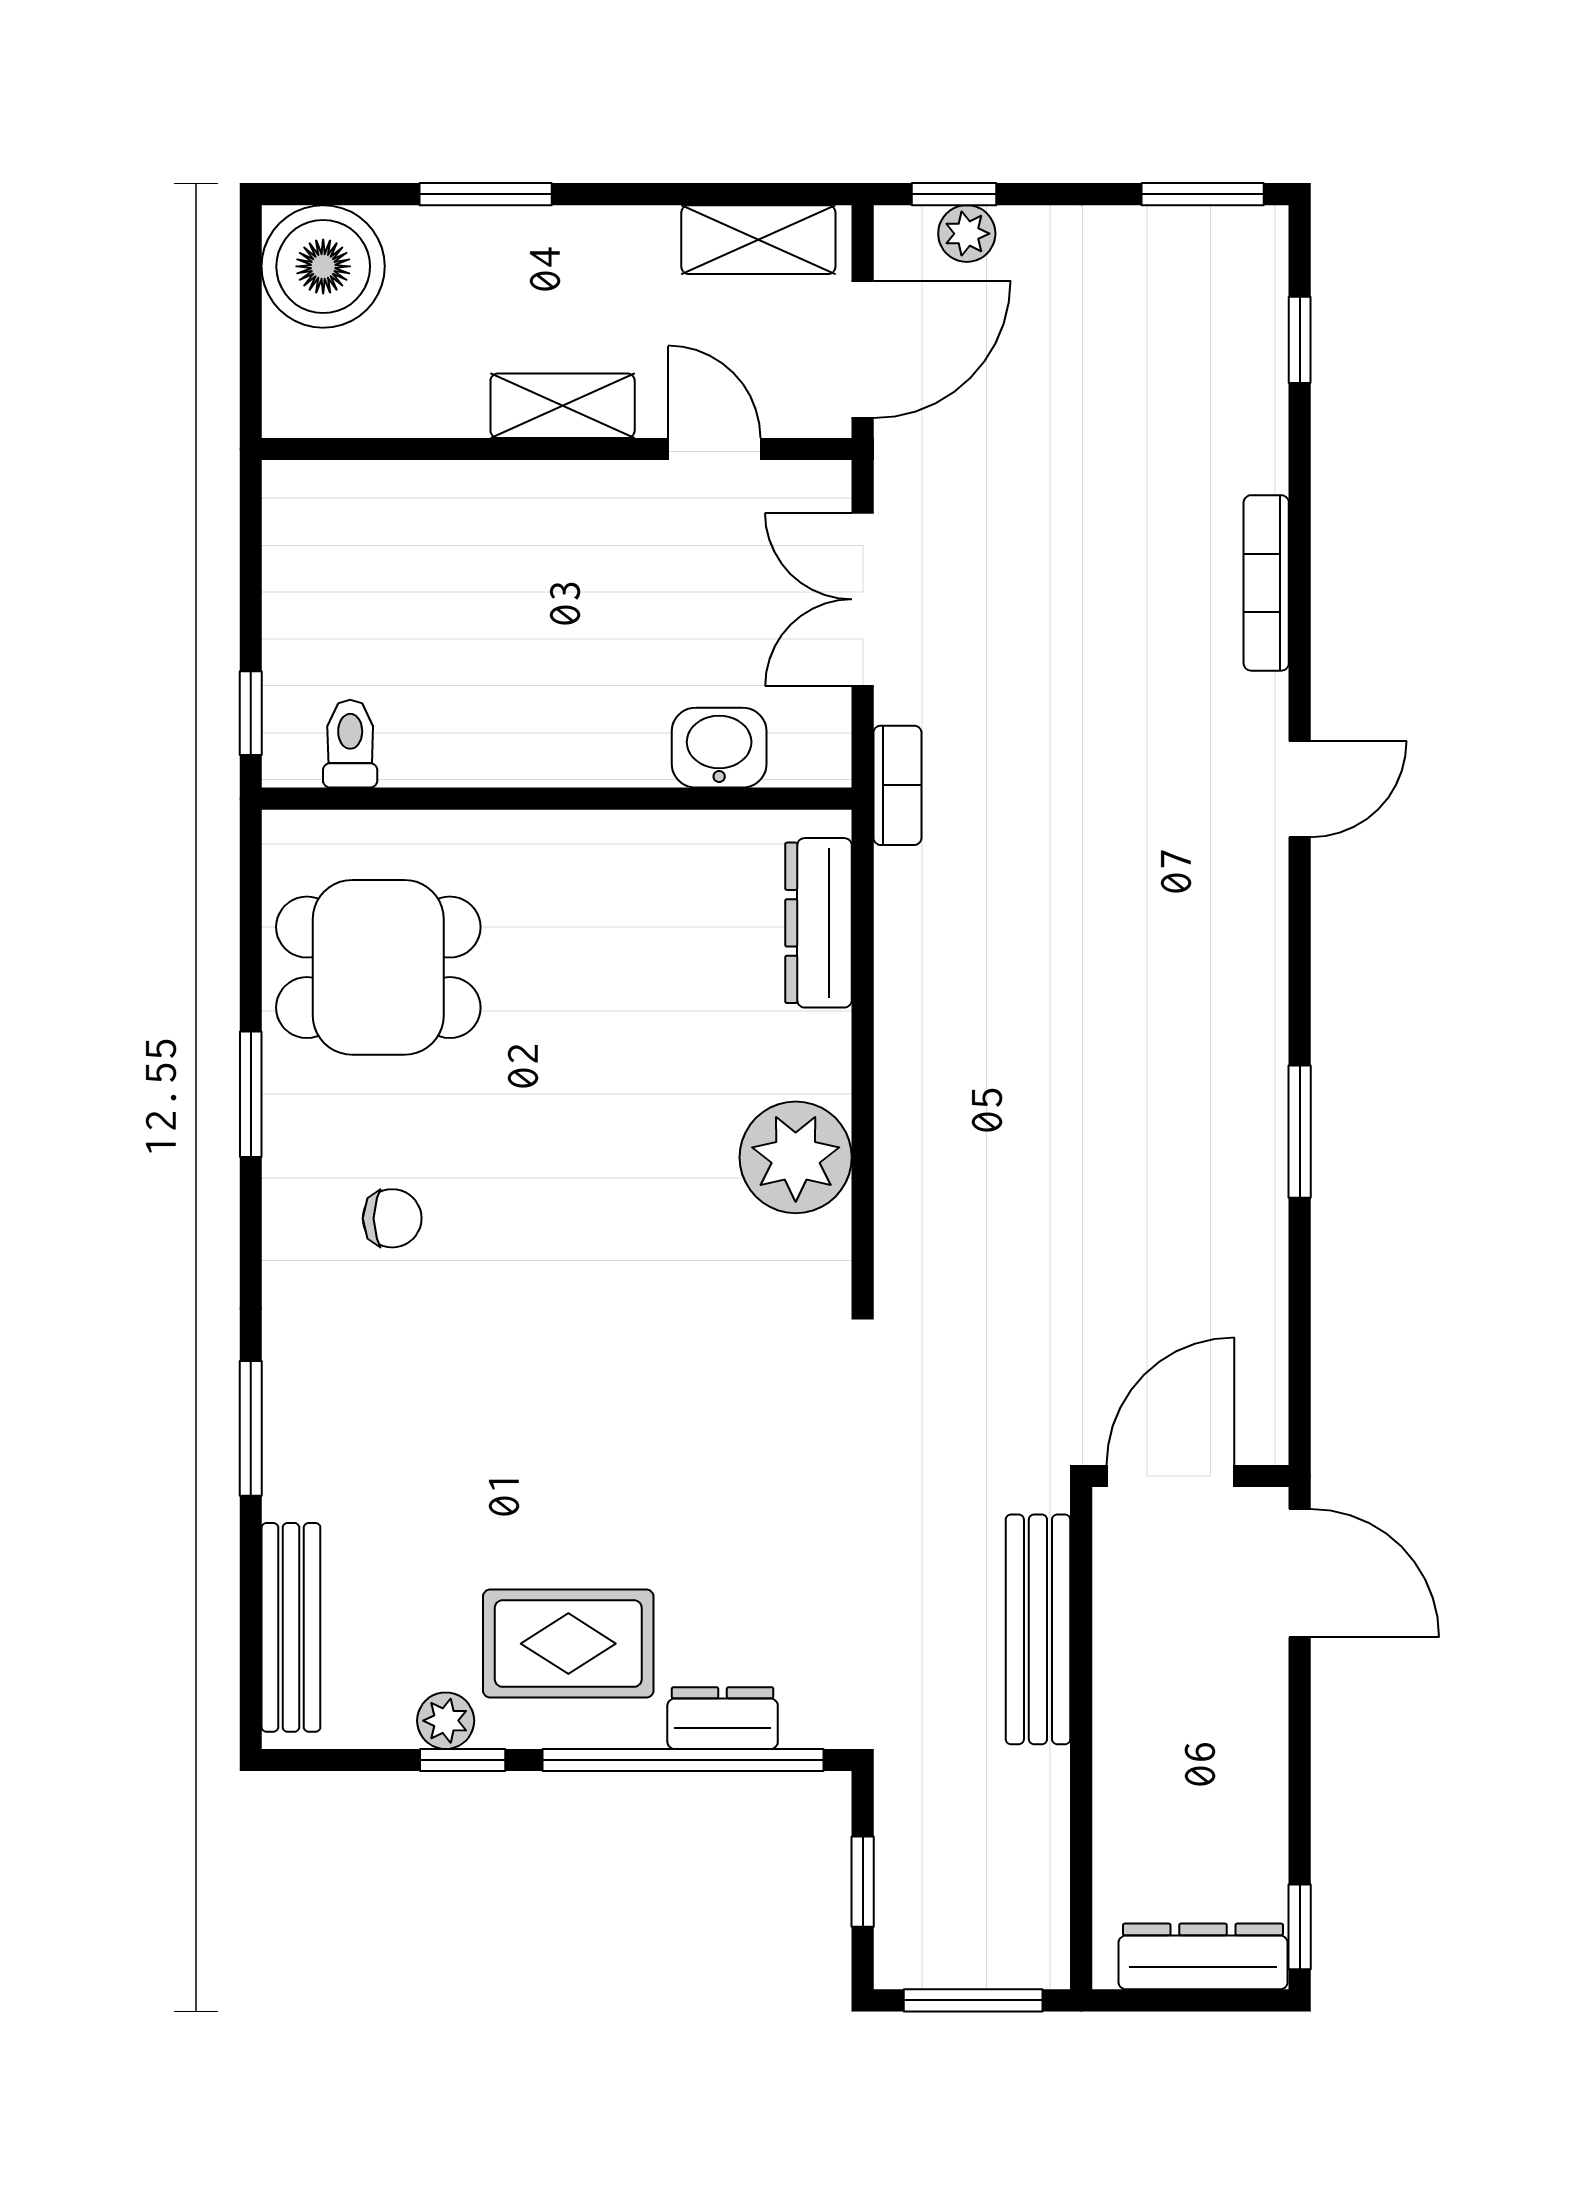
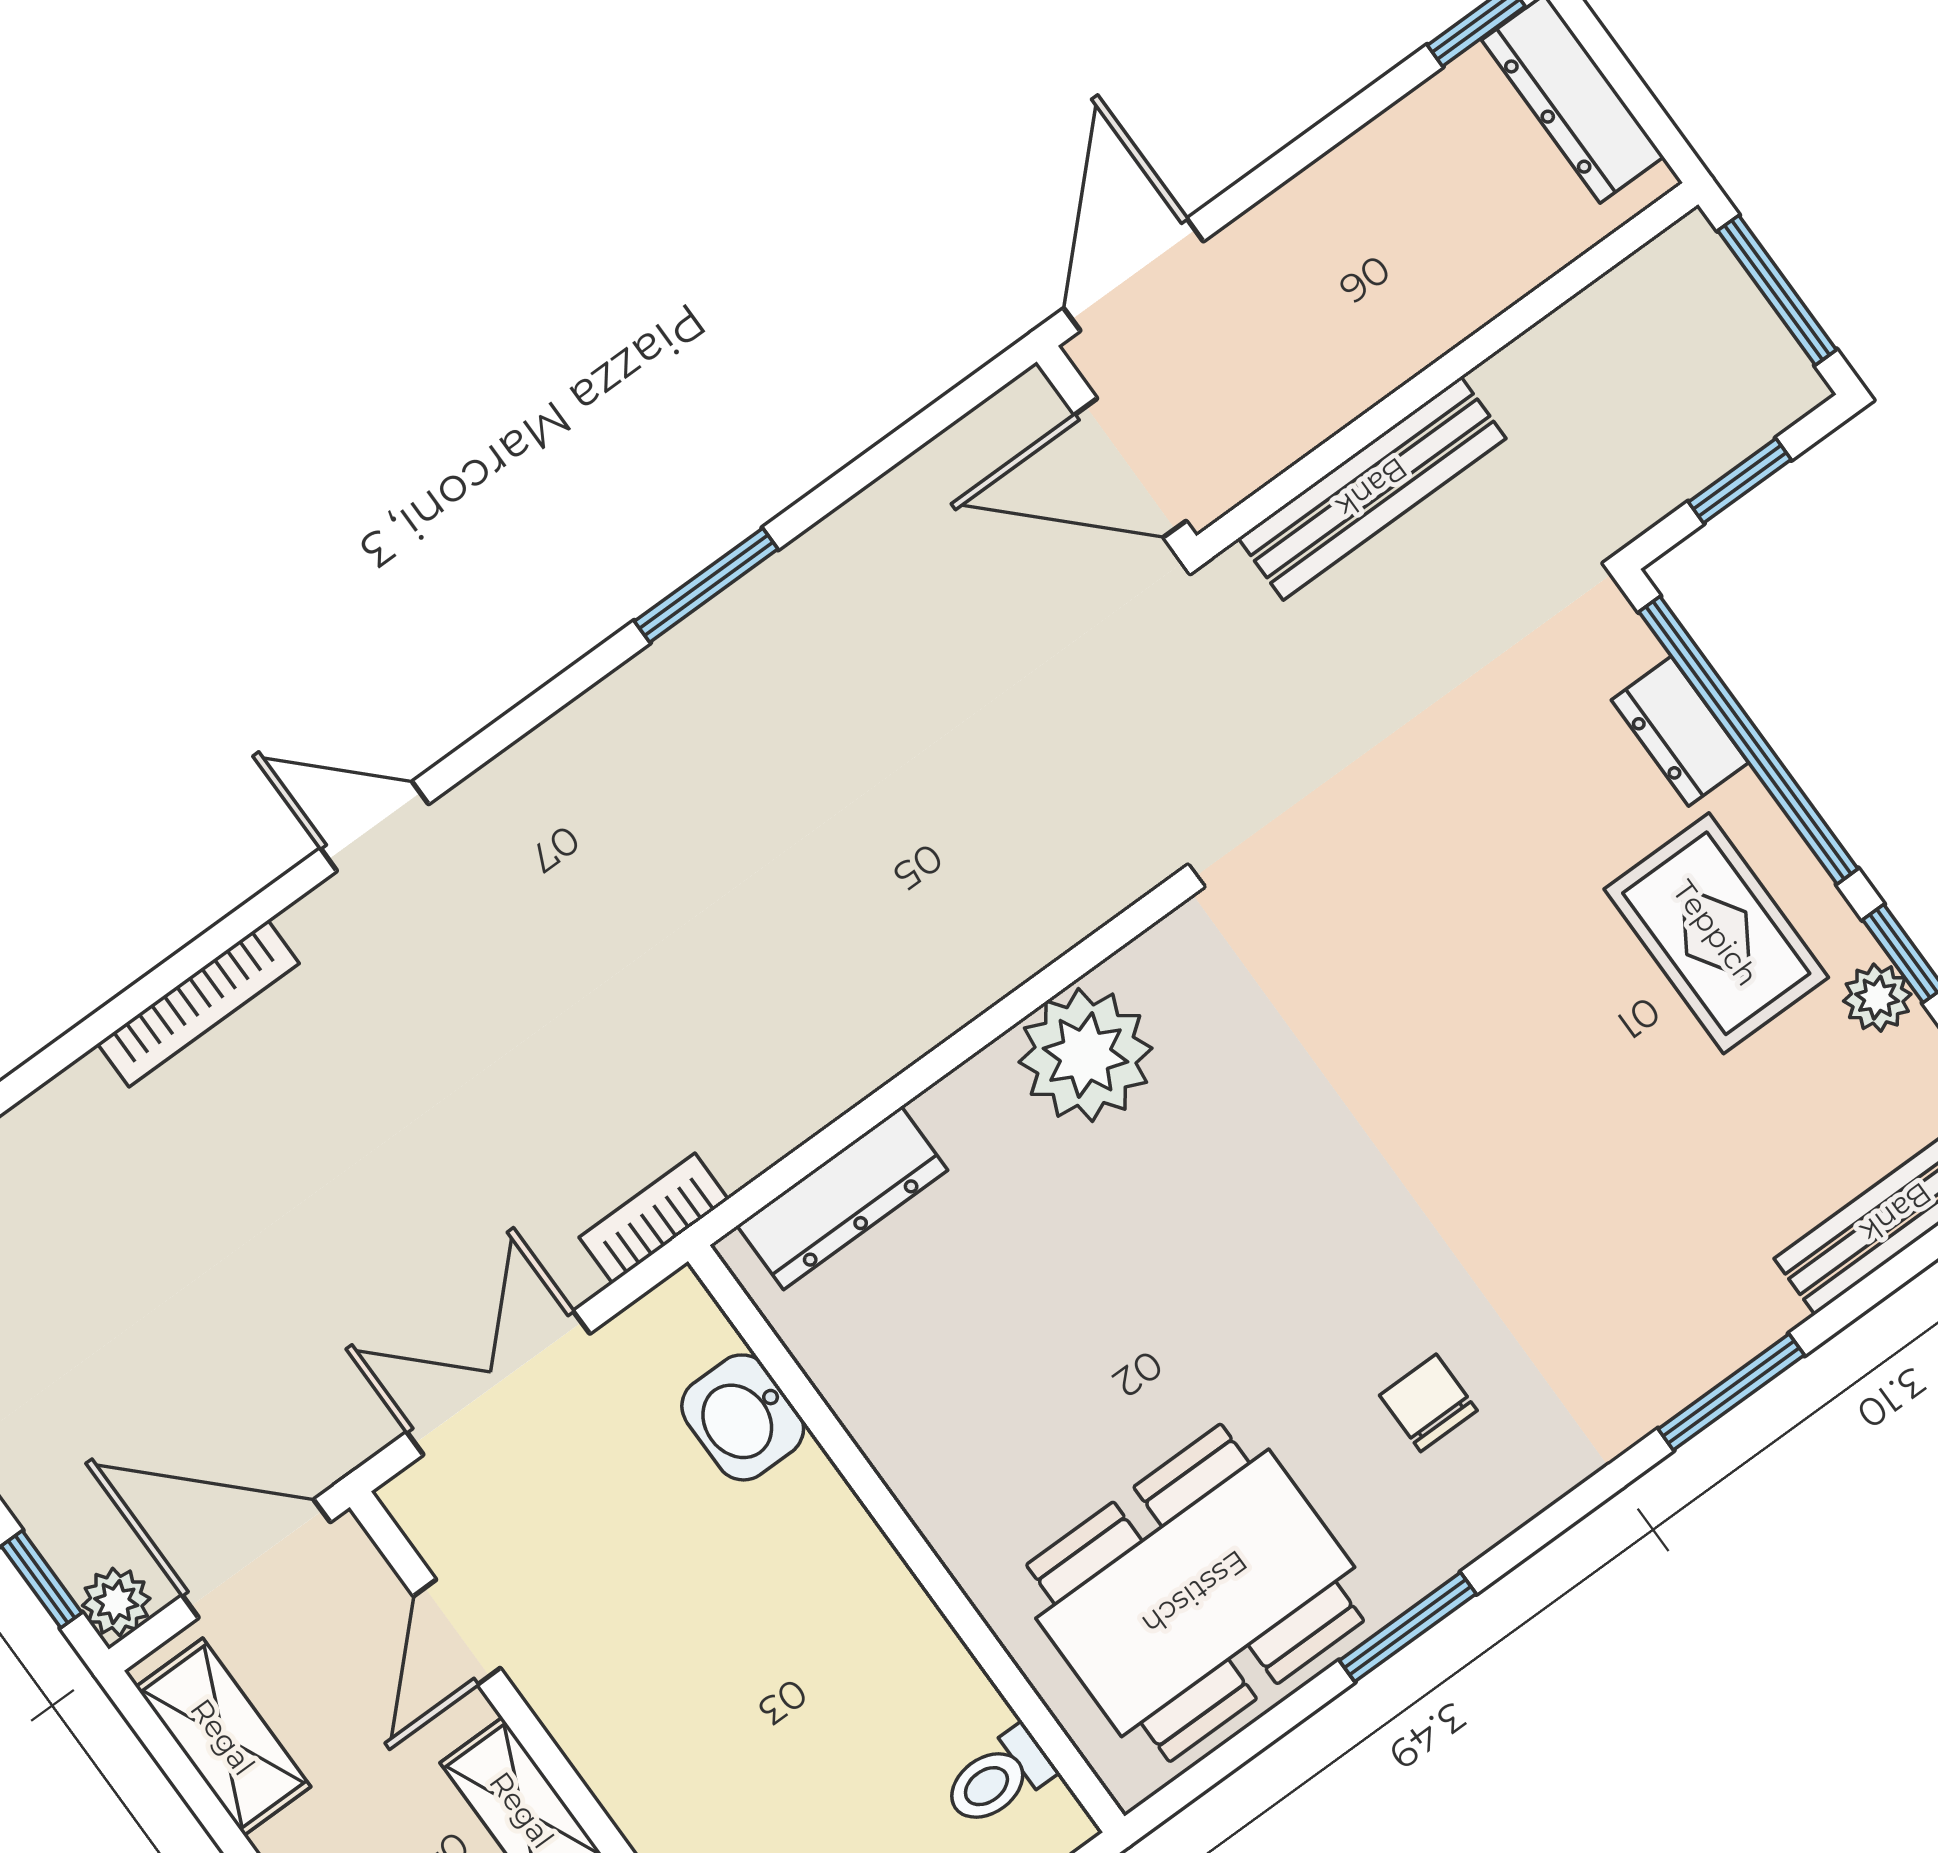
plant: (967, 234) -> (116, 1602), moved
double door: (863, 599) -> (498, 1383), swing flipped
dining table: (378, 967) -> (1195, 1593), width x1.38

